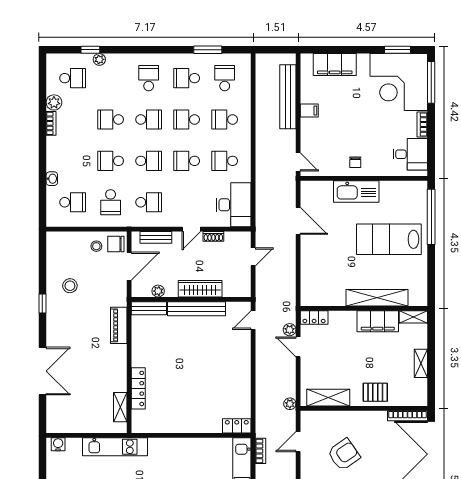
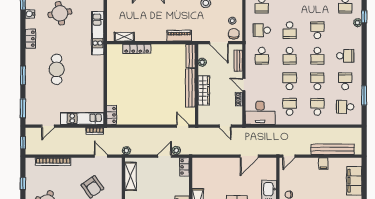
school desk: (225, 78) -> (345, 107), turned 180
school desk: (111, 161) -> (290, 30), turned 180

